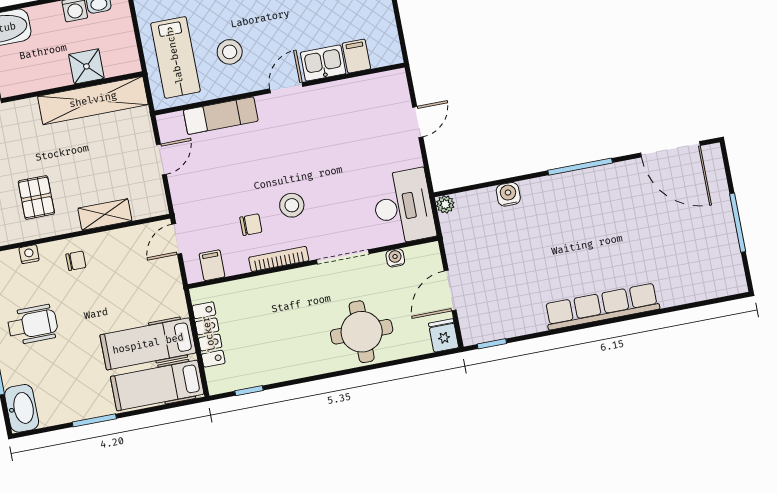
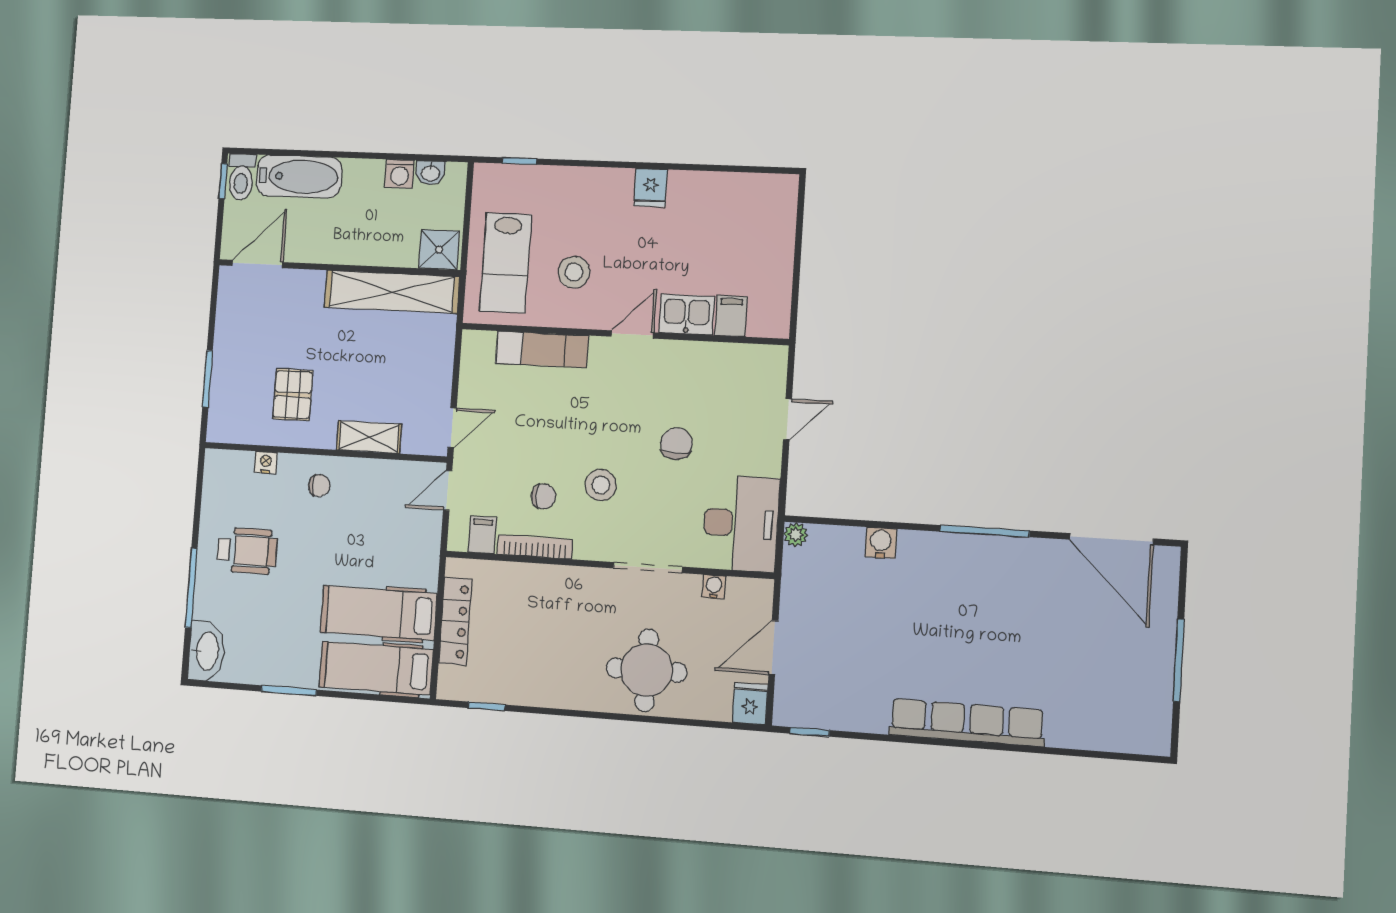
shower: (86, 66) -> (439, 250), moved
door: (161, 160) -> (452, 428), moved
chair: (340, 160) -> (676, 444), added
bookcase: (279, 259) -> (535, 547), moved

